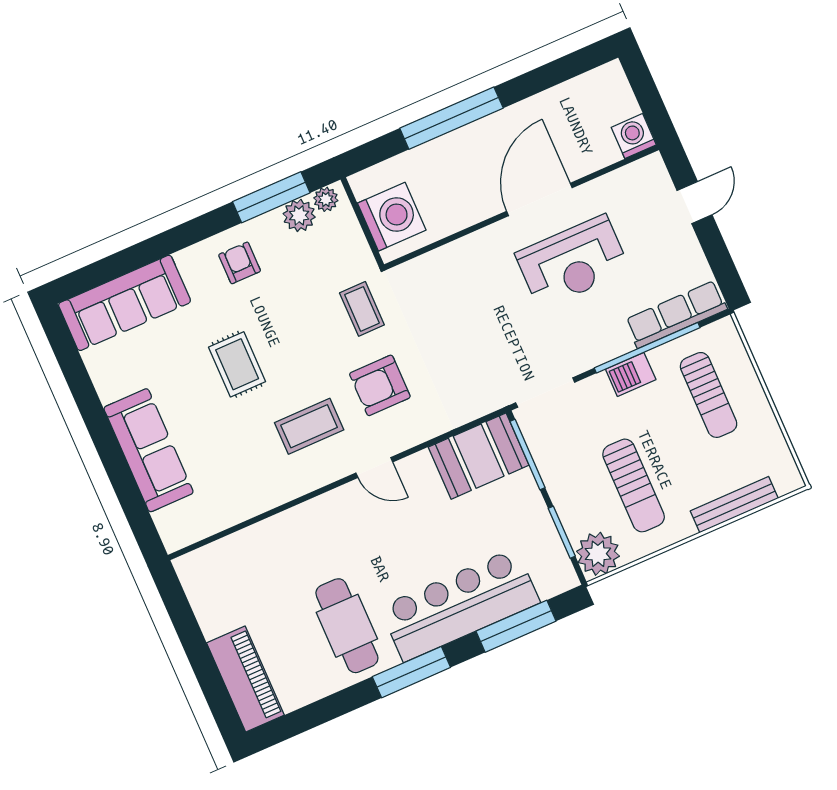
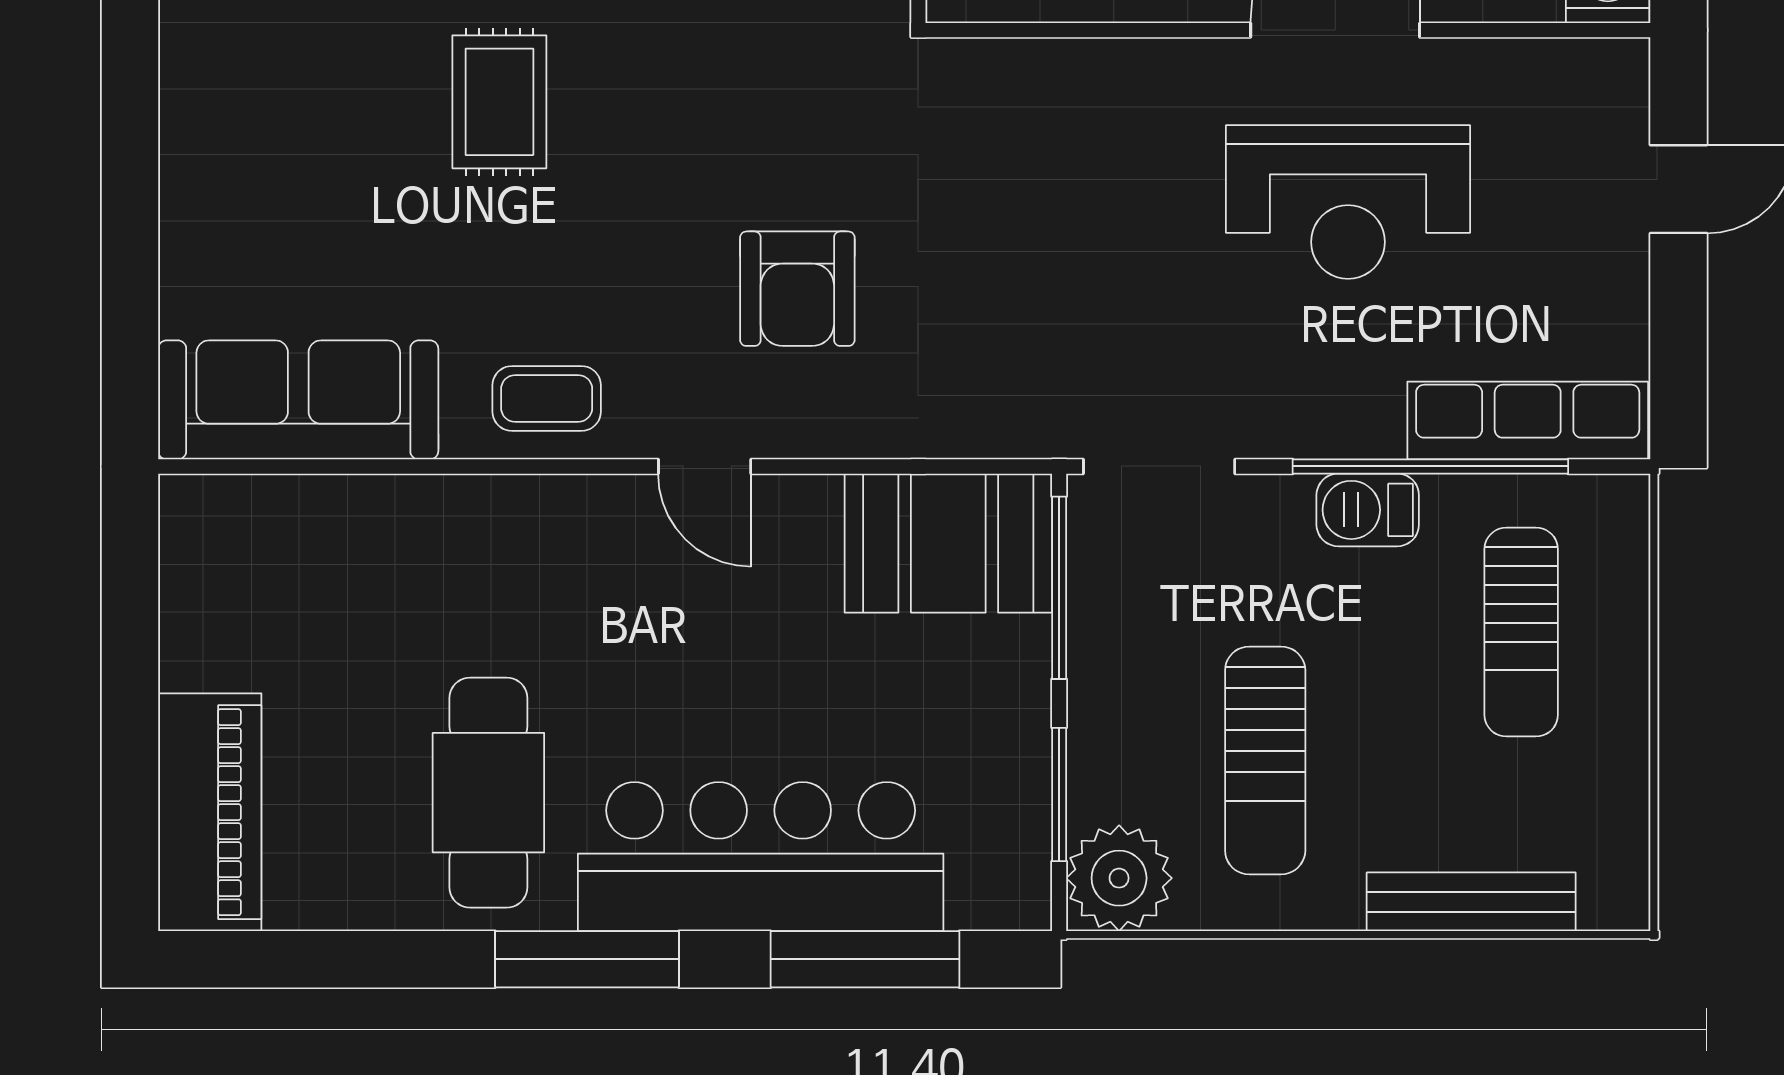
coffee table: (362, 309) -> (832, 101), removed
armchair: (380, 385) -> (797, 289), turned -90
coffee table: (309, 426) -> (547, 398), moved, width x0.73, depth x0.77
sofa: (149, 450) -> (298, 400), moved, turned -90

